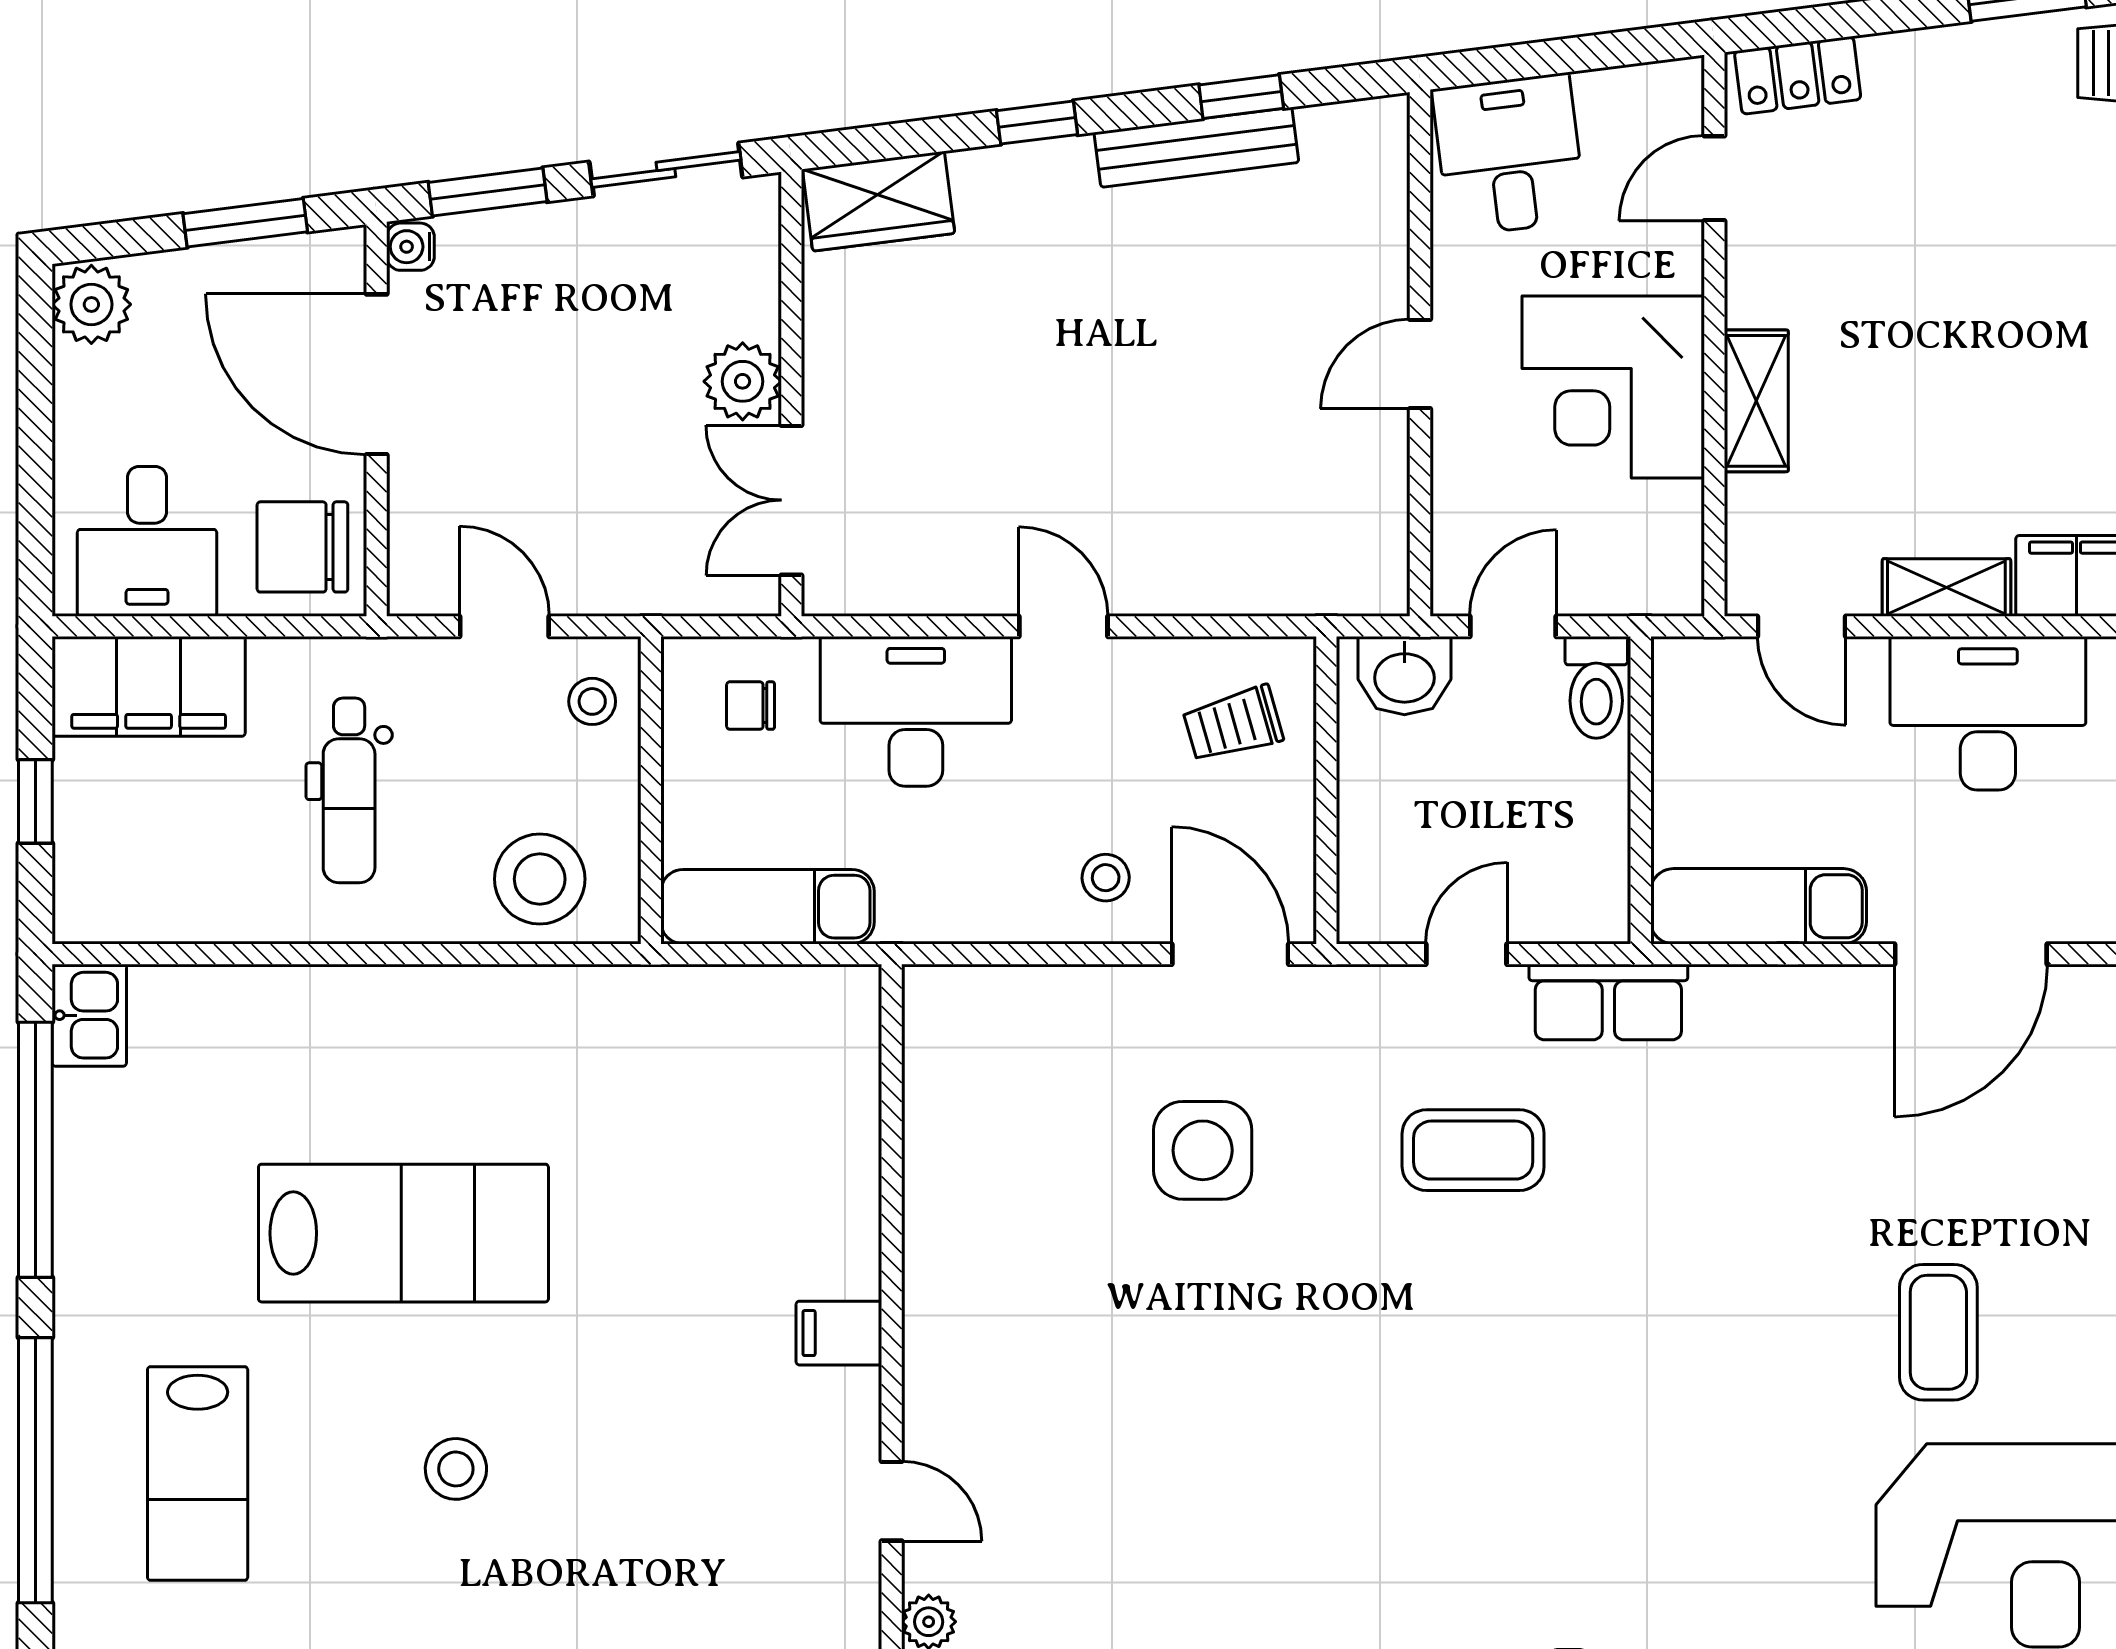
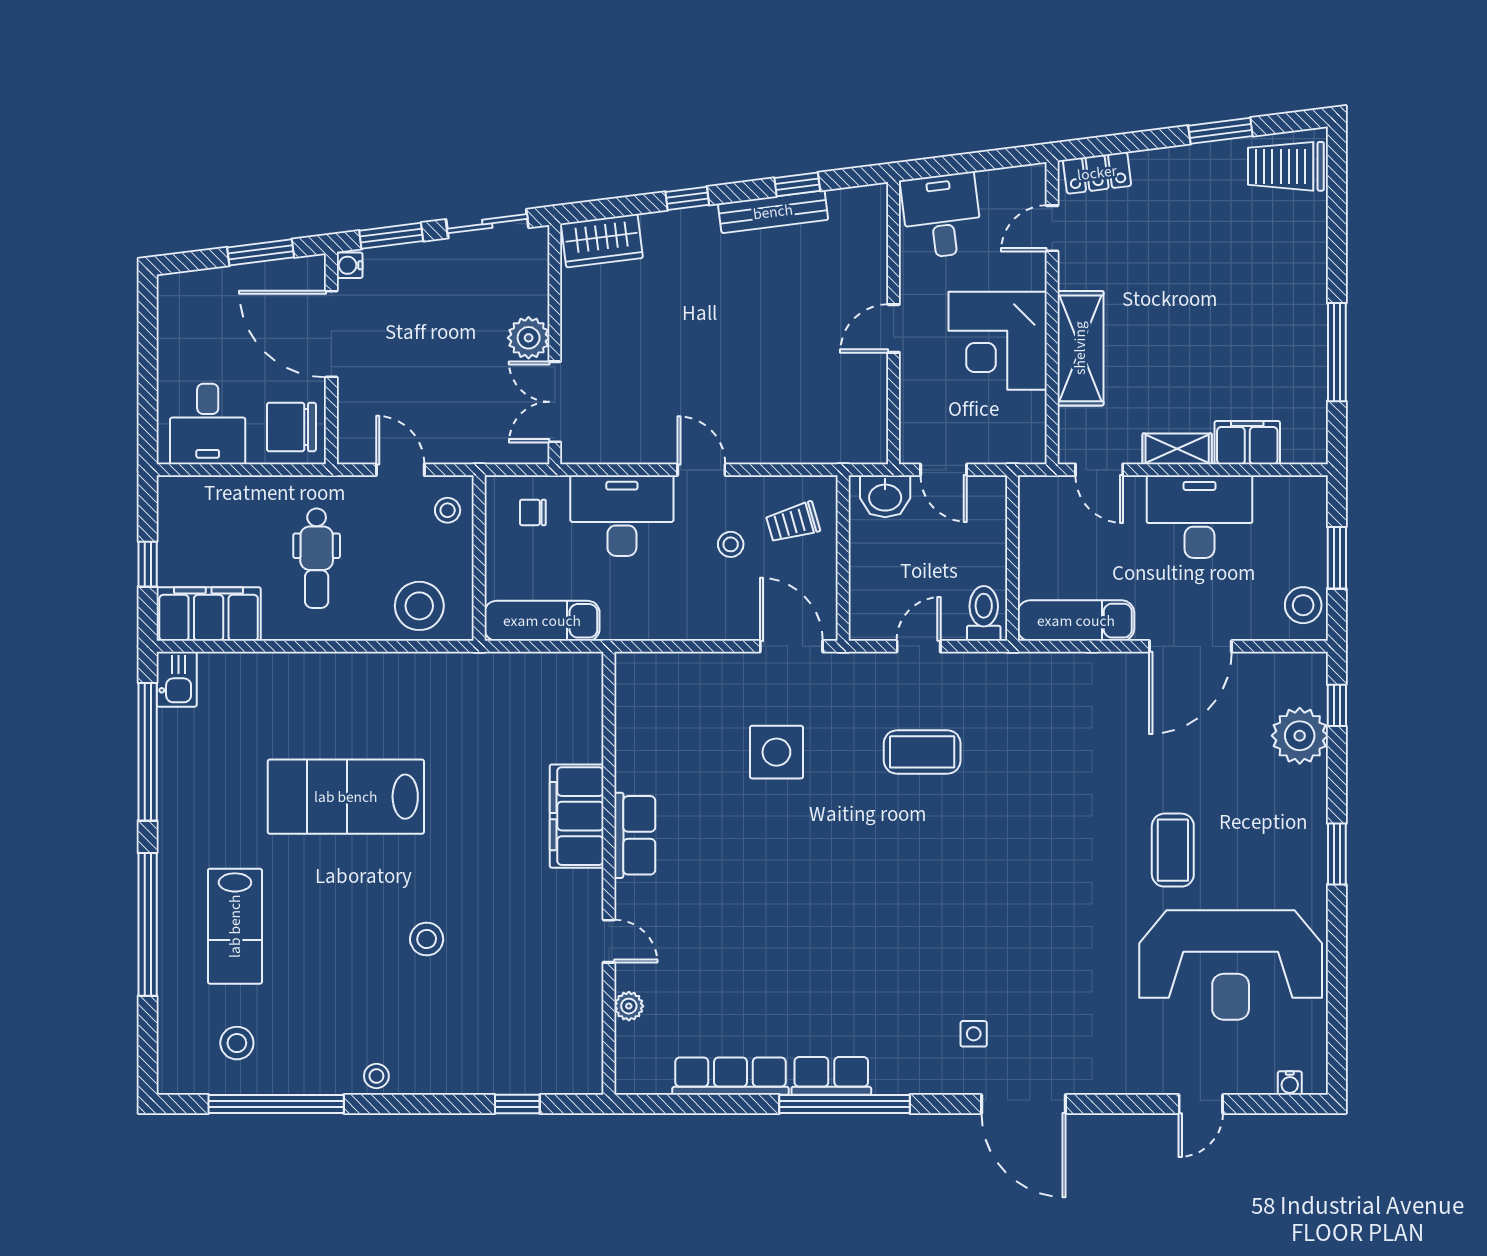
plant: (91, 304) -> (178, 296), removed
shelving: (1756, 401) -> (1080, 348), width x1.50, depth x1.33
door: (1513, 626) -> (944, 470), swing flipped
filing cabinet: (149, 686) -> (209, 614), moved, turned 180
toilet: (1596, 687) -> (984, 613), moved, turned 180
stool: (1106, 878) -> (731, 544), moved
row of seats: (1608, 1002) -> (635, 835), moved, turned -90
lab bench: (403, 1233) -> (346, 797), turned 180
filing cabinet: (839, 1333) -> (577, 816), width x3.00, depth x1.17
stool: (456, 1469) -> (427, 939), moved

